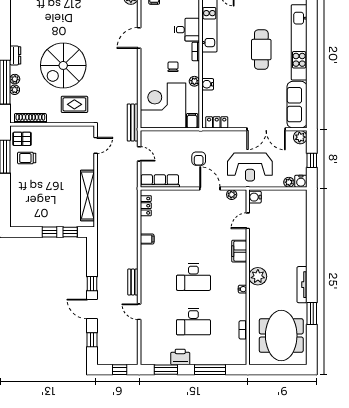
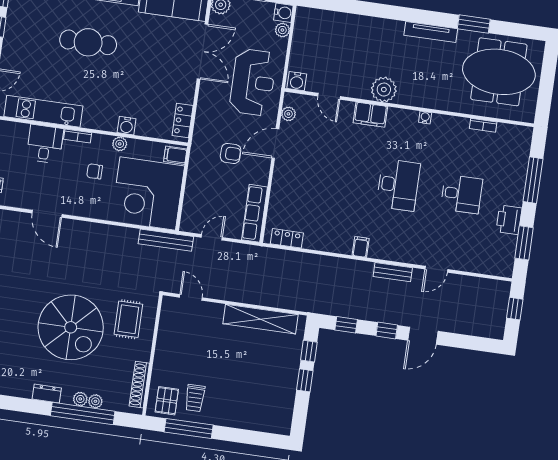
filing cabinet: (147, 239) -> (361, 247), moved
plant: (258, 276) -> (384, 90), moved
desk: (193, 322) -> (461, 194), width x0.73
window: (92, 340) -> (346, 325), moved

